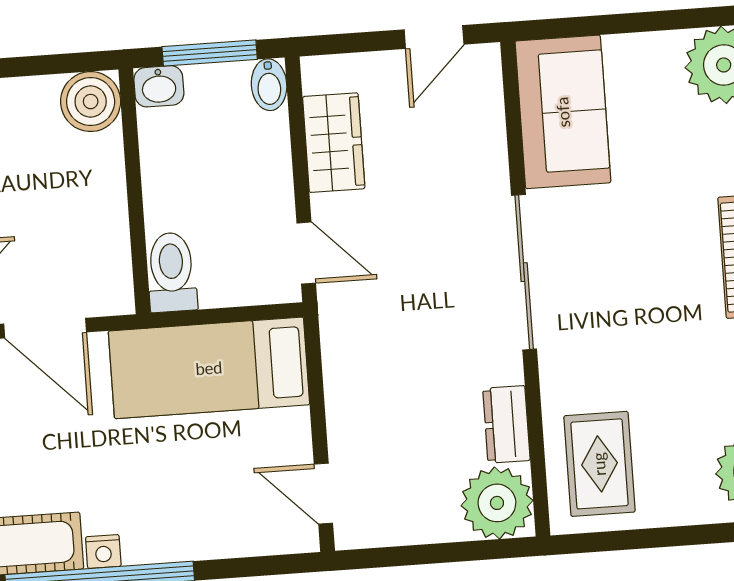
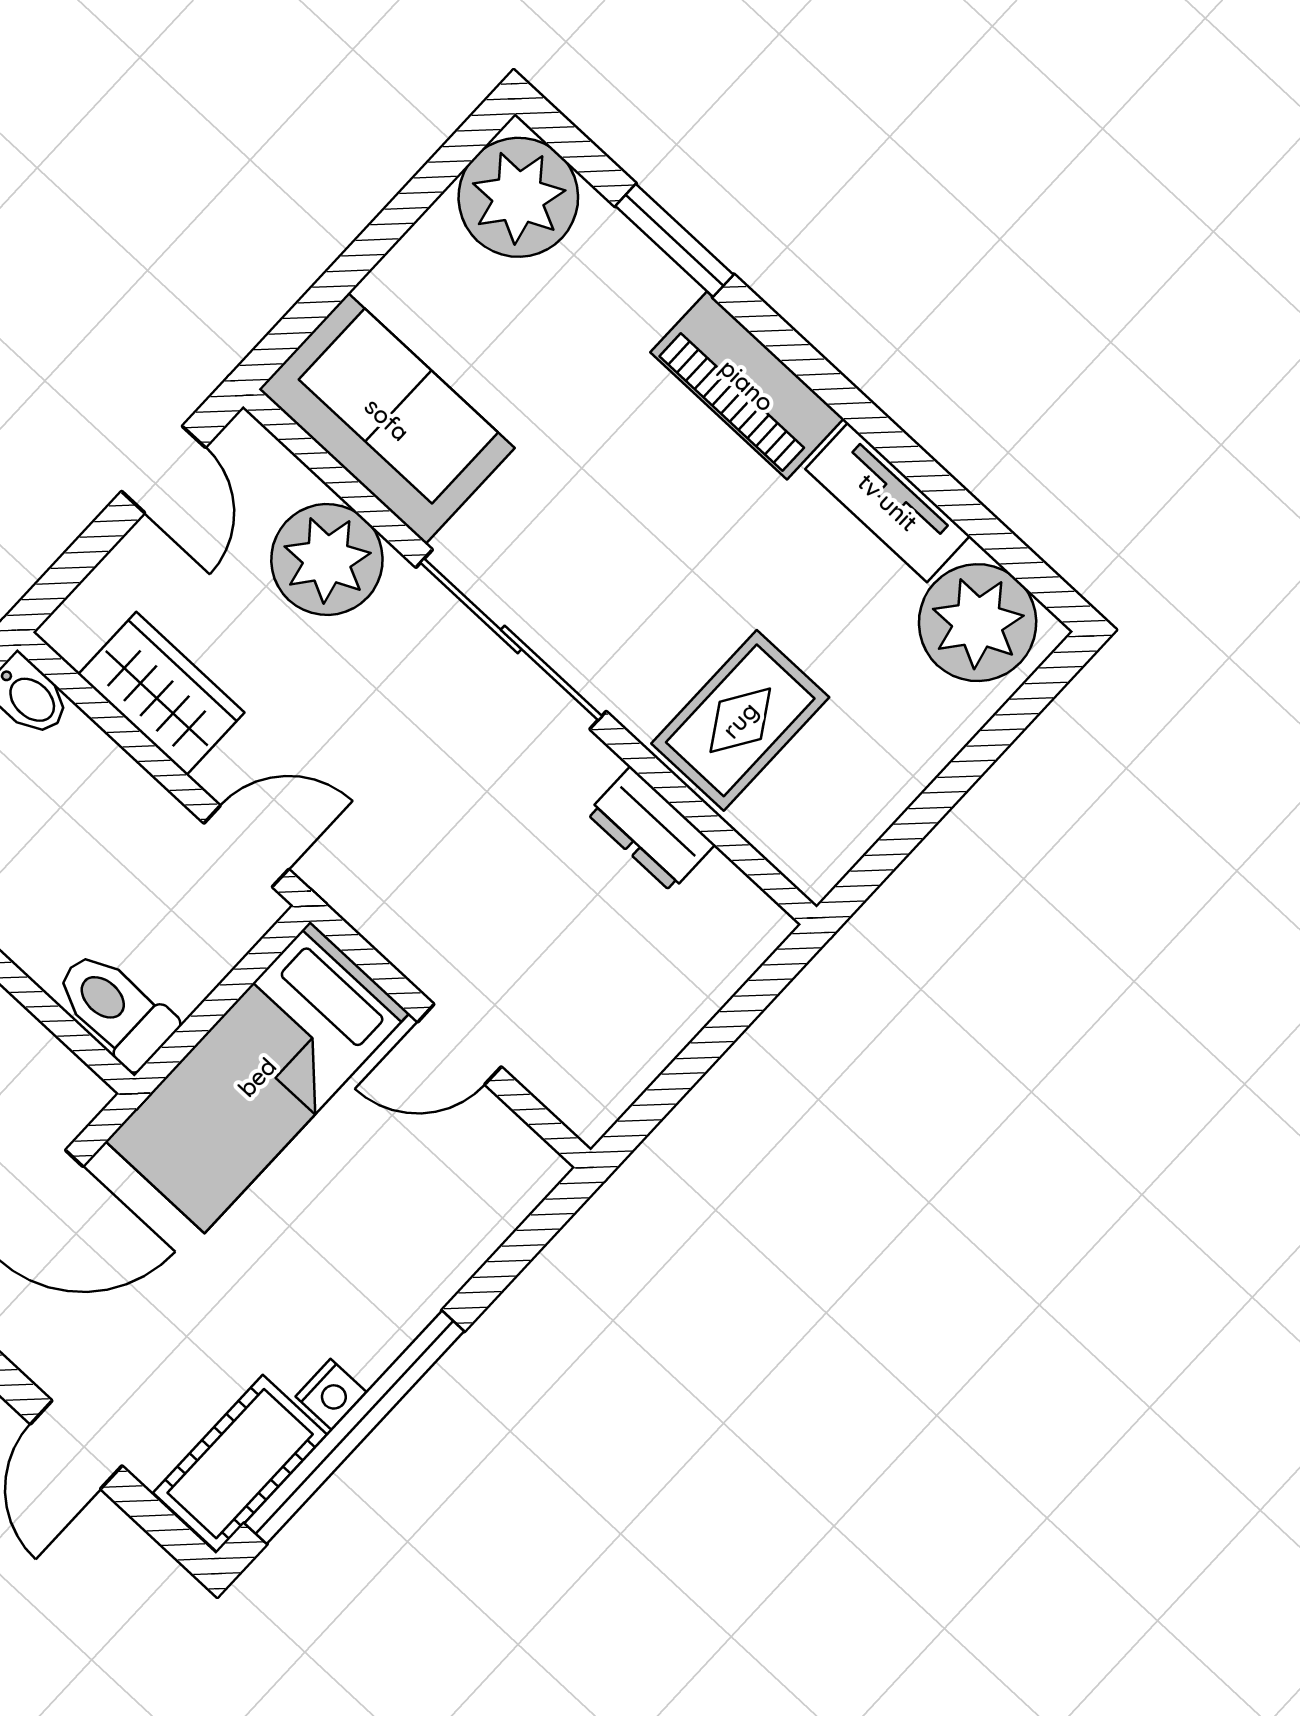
rug: (599, 464) -> (740, 720), moved, turned 90
door: (323, 494) -> (459, 1044), moved
plant: (497, 503) -> (327, 560), moved

